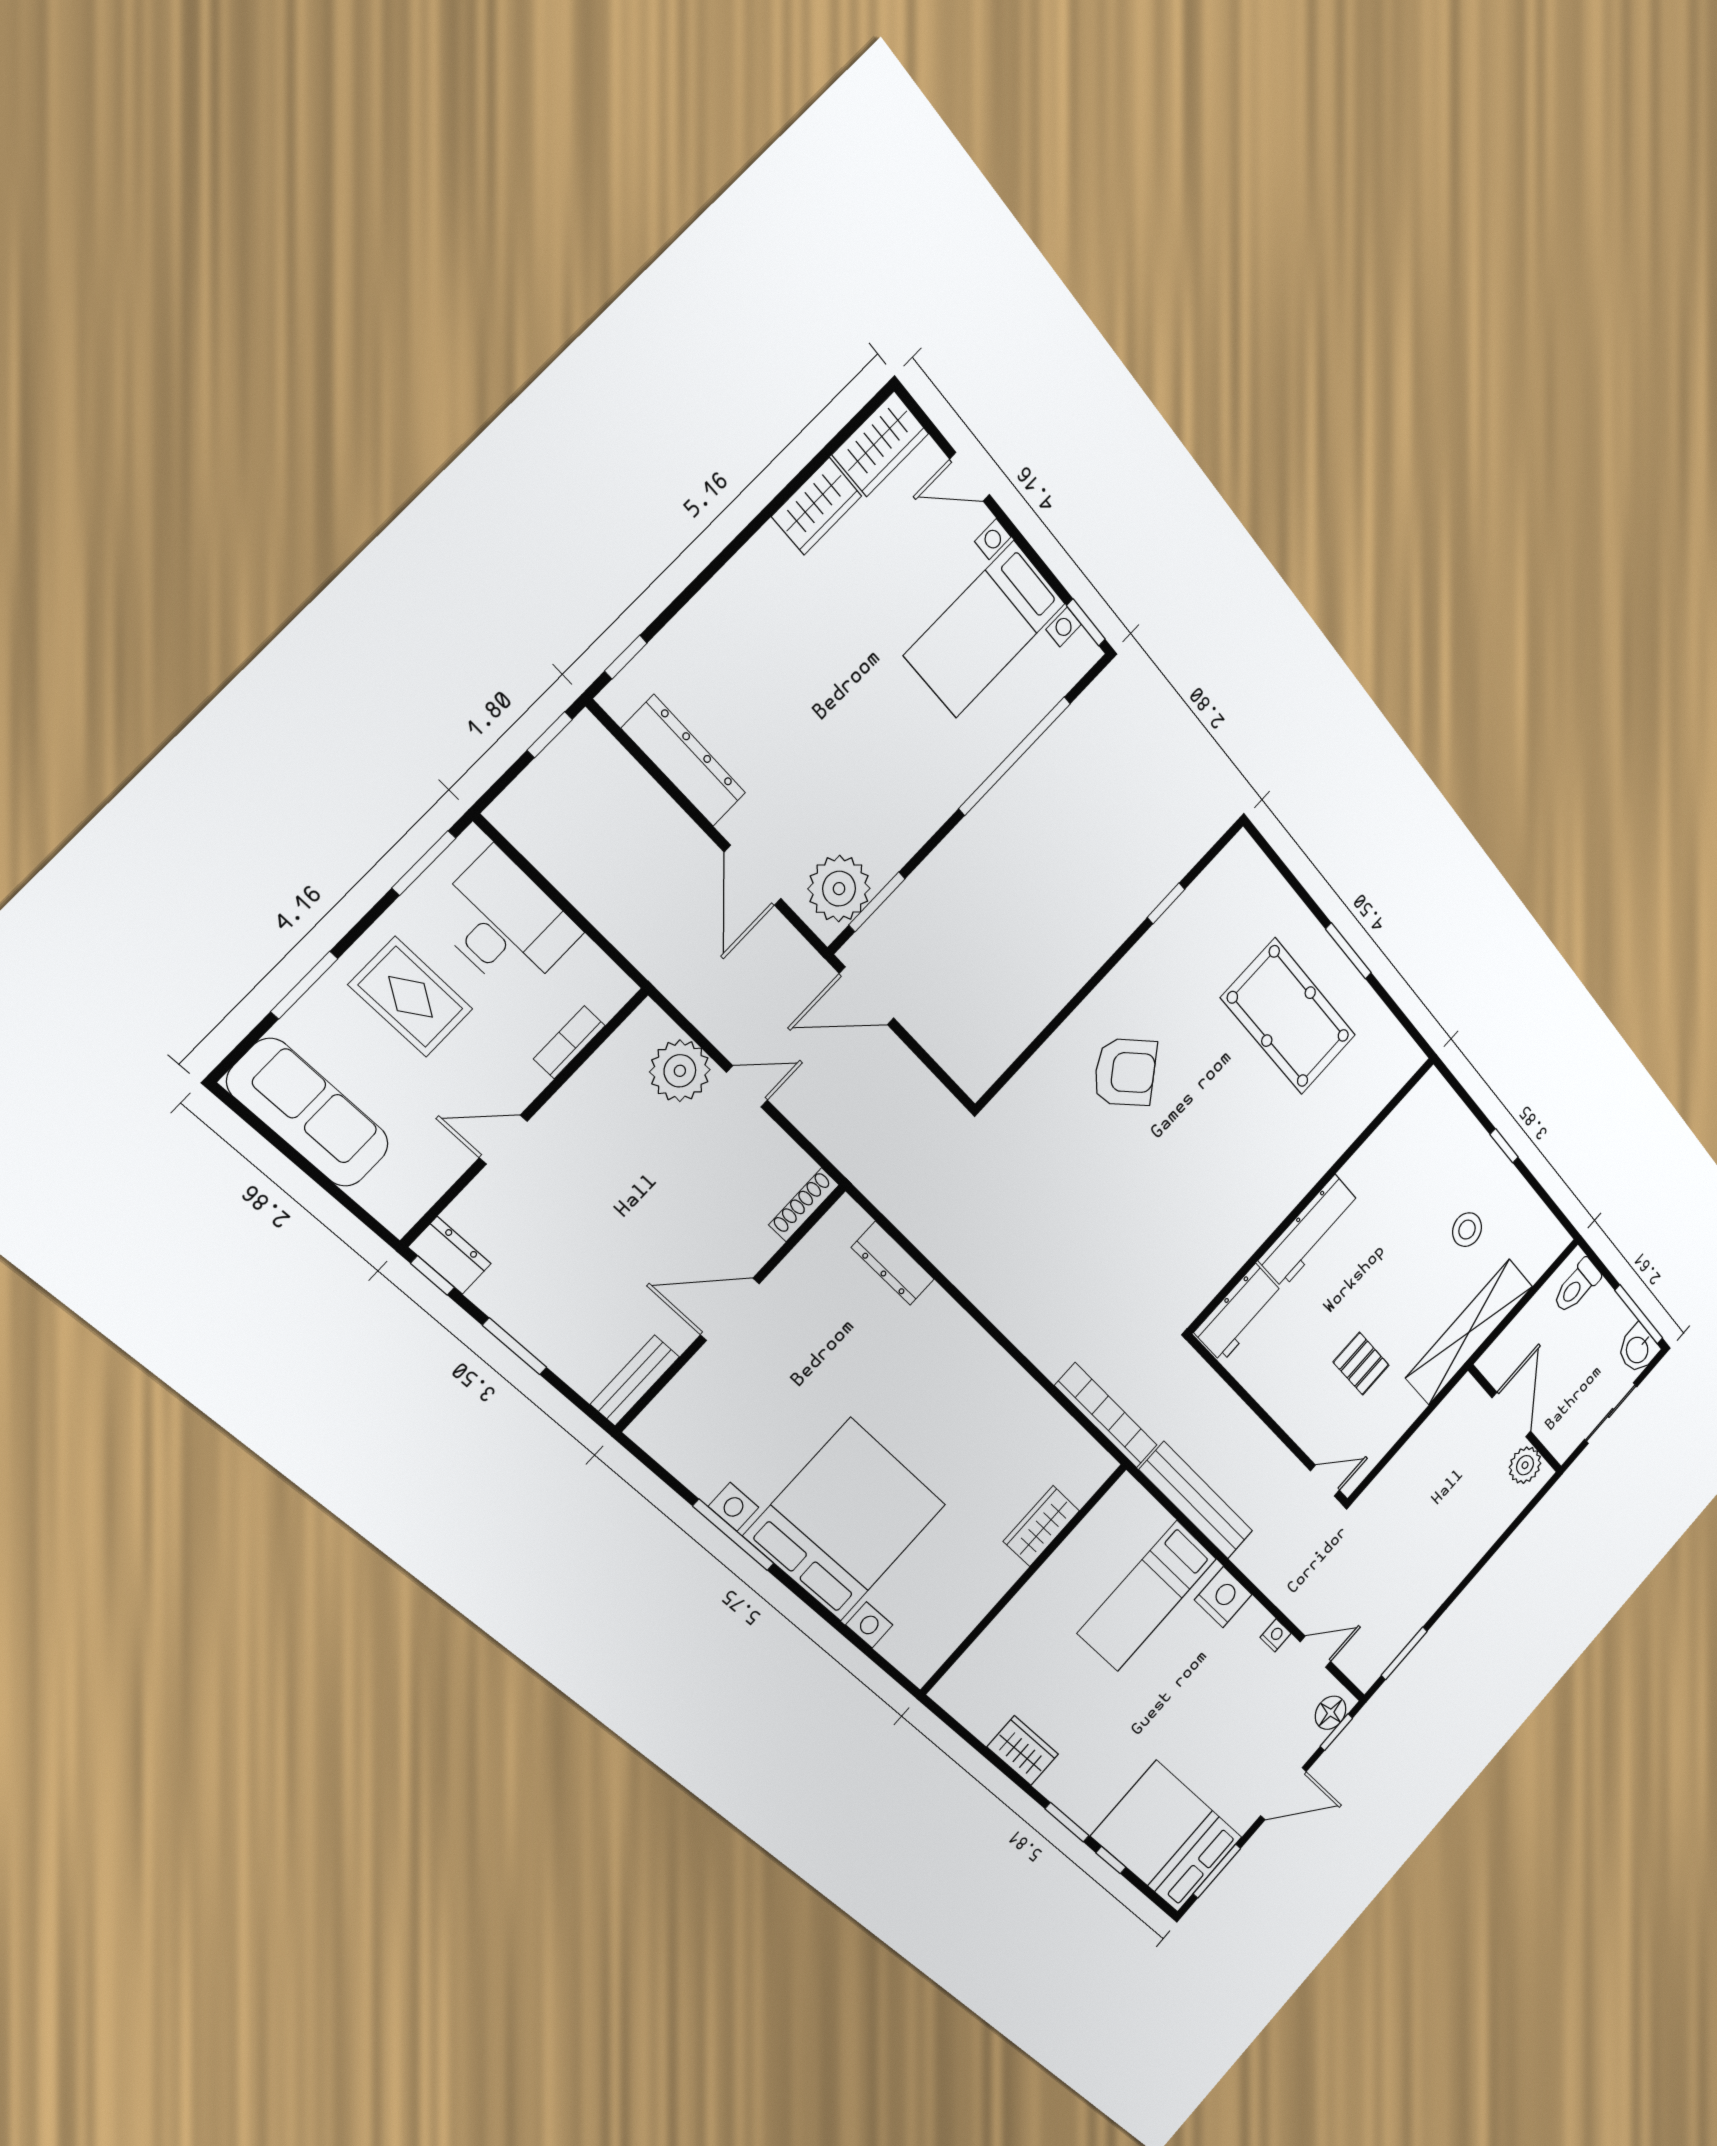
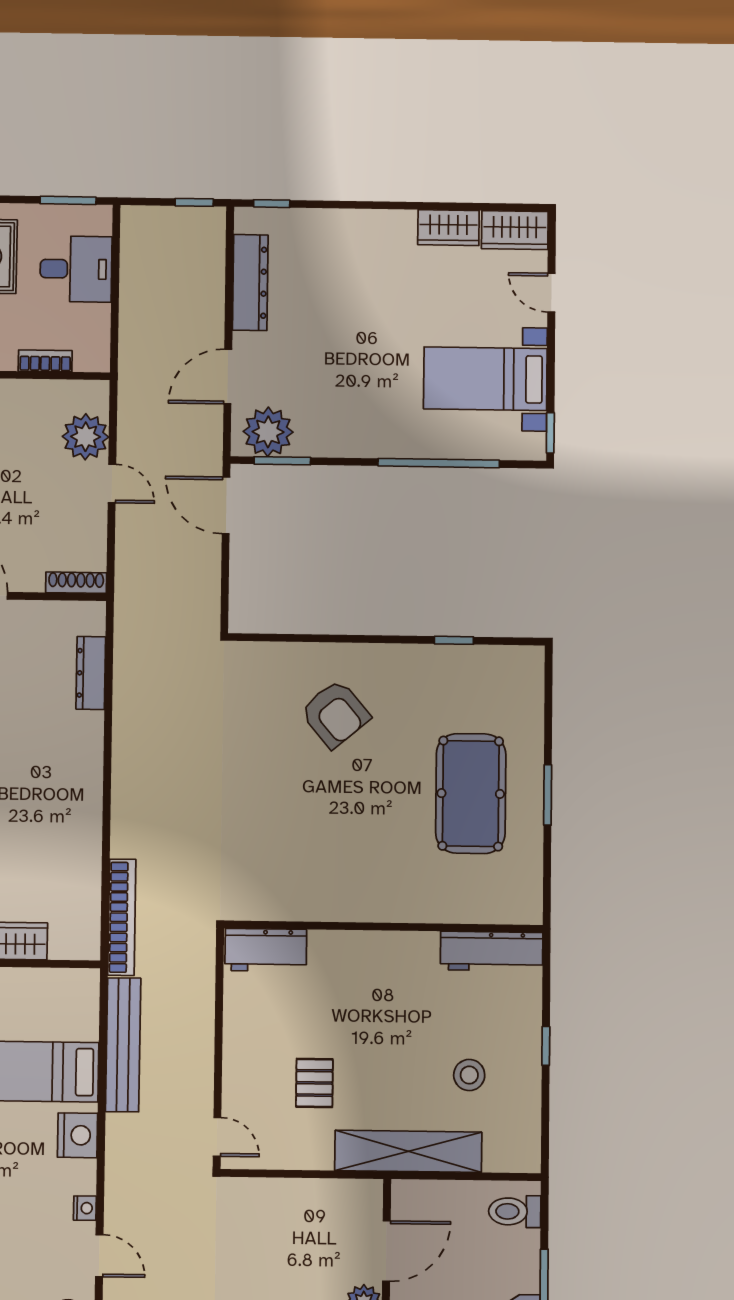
desk: (505, 924) -> (76, 269), width x0.73
workbench: (1309, 1231) -> (492, 951), moved

